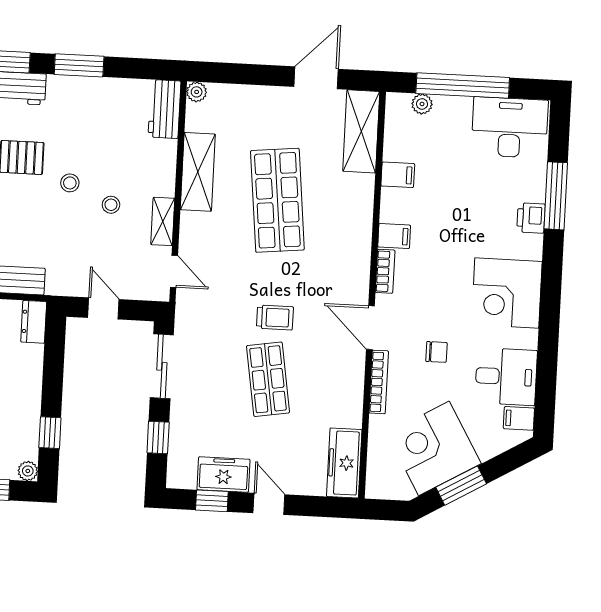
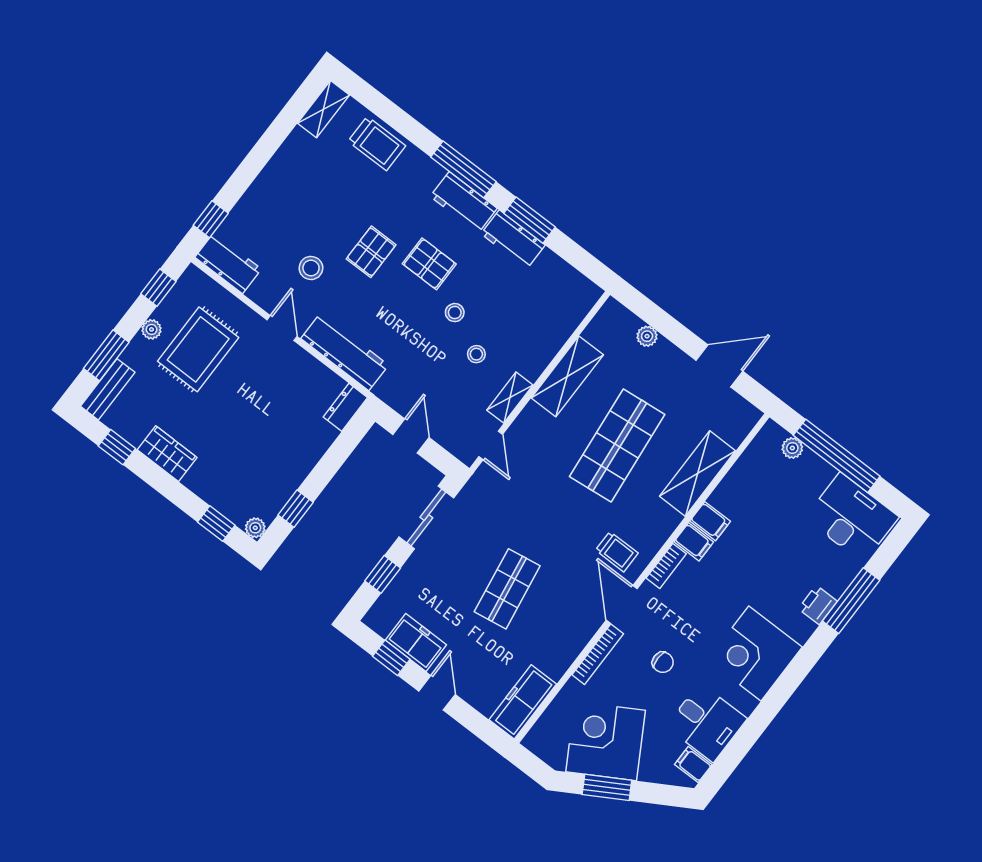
plant: (197, 92) -> (647, 336), moved
workbench: (164, 109) -> (513, 239), moved, turned -90
shelving: (361, 131) -> (698, 473), moved
filing cabinet: (398, 175) -> (710, 521), moved
trolley: (275, 318) -> (617, 552), moved

